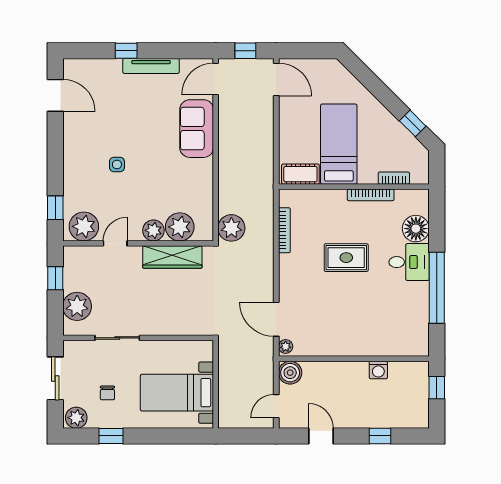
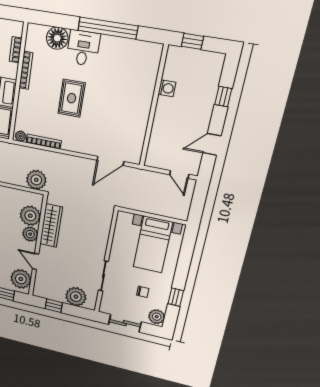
plant: (286, 346) -> (20, 136), moved
boiler: (290, 373) -> (155, 159), removed

